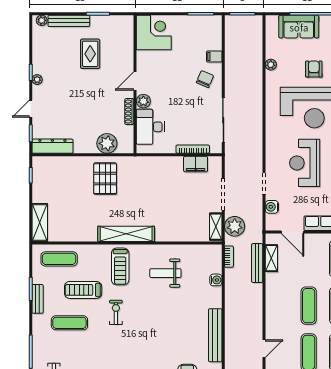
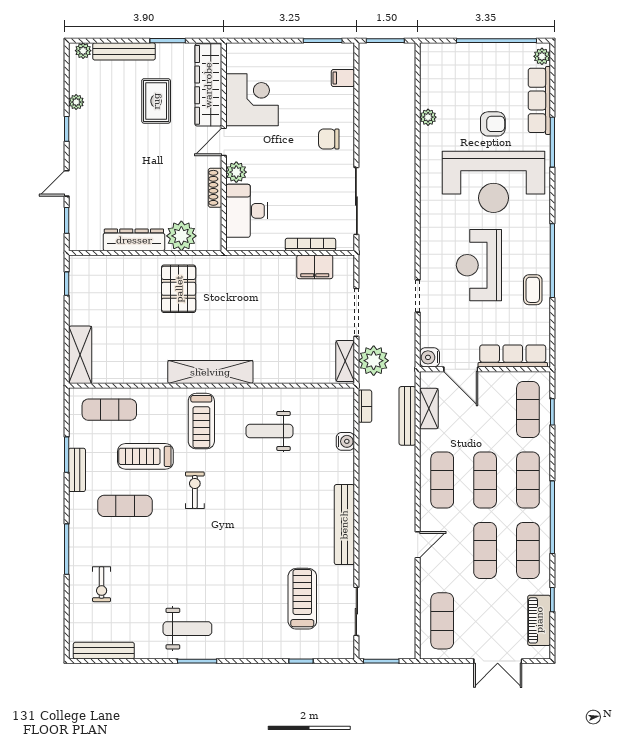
sofa: (299, 27) -> (470, 60), removed
corner desk: (154, 32) -> (252, 100), moved
wardrobe: (125, 43) -> (208, 85), added
filing cabinet: (214, 57) -> (343, 78), moved
armchair: (314, 69) -> (493, 124), turned 90
chair: (205, 79) -> (329, 139), turned -113
plant: (37, 80) -> (76, 102), moved
dresser: (52, 146) -> (134, 240), moved
water cooler: (272, 207) -> (430, 357), moved
exercise mat: (280, 306) -> (442, 480), added

